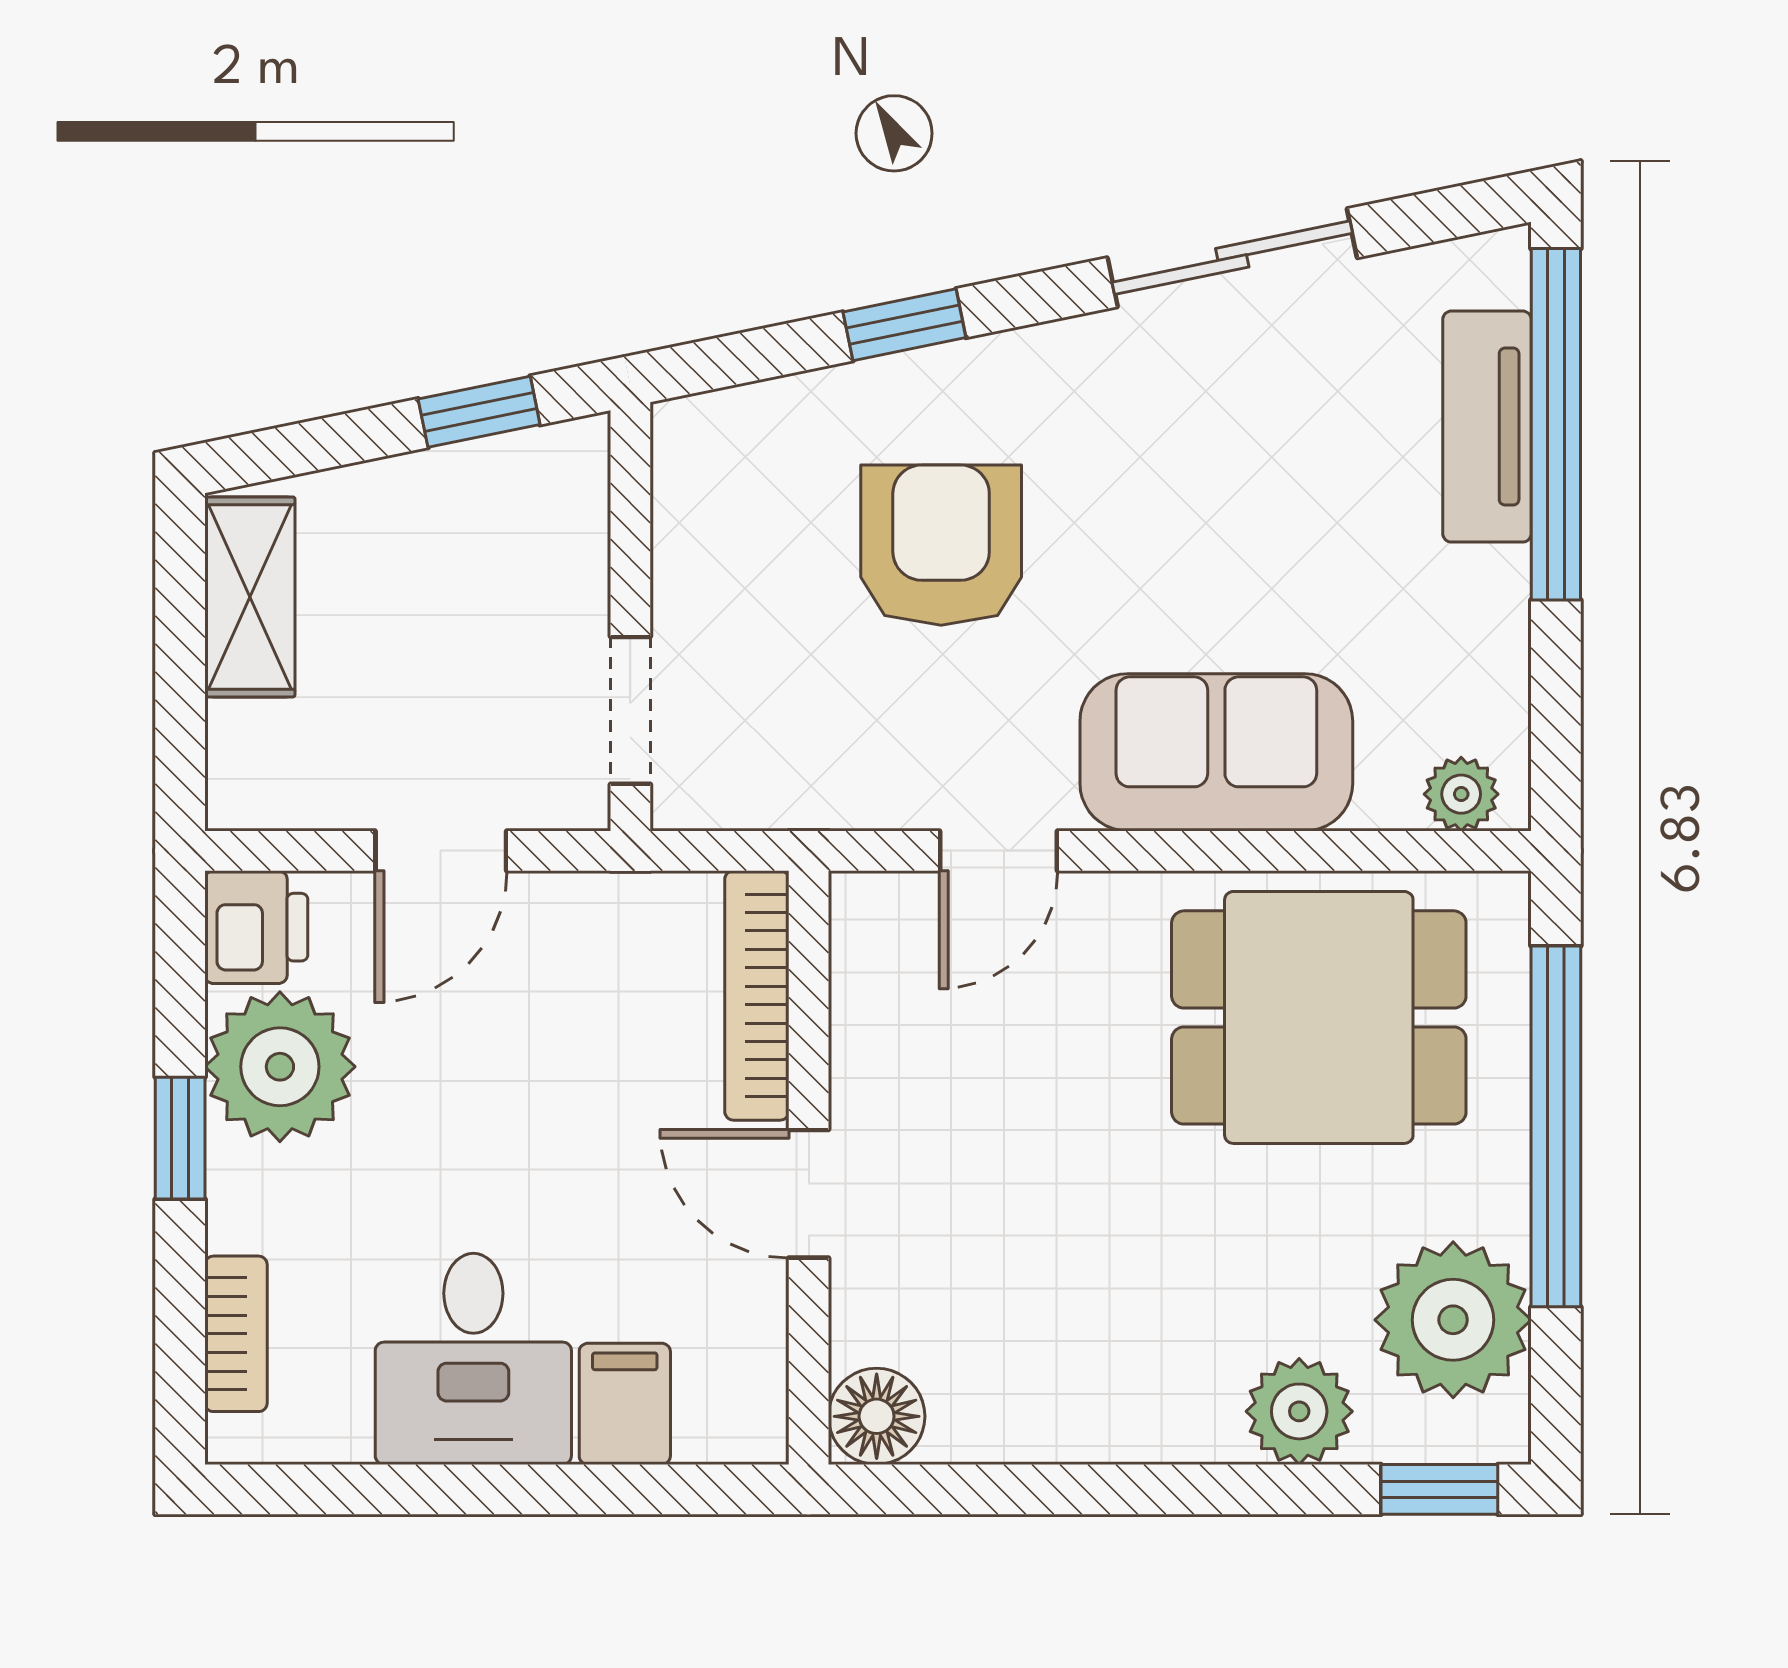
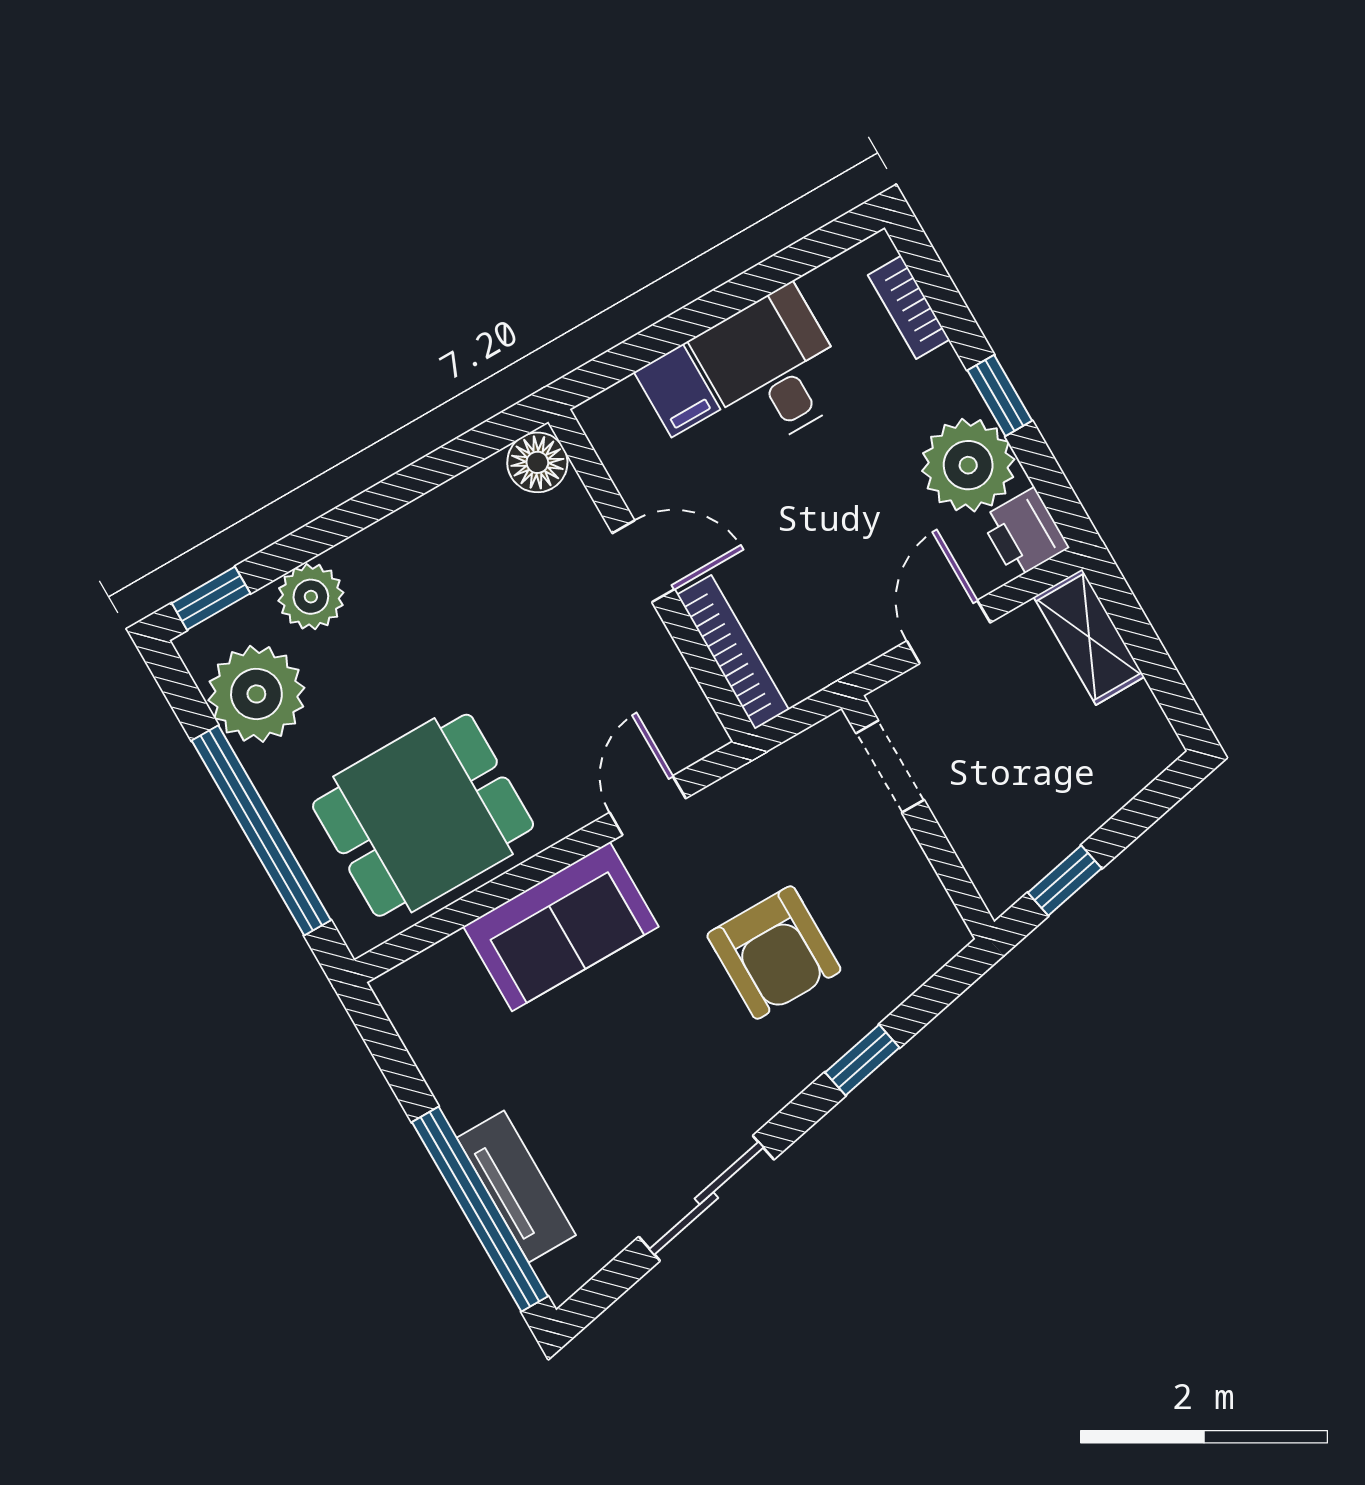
shelving: (250, 597) -> (1089, 637), moved
plant: (1461, 794) -> (416, 980), removed

